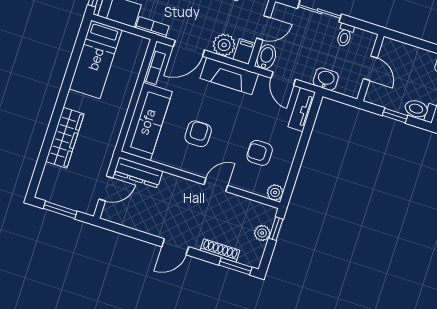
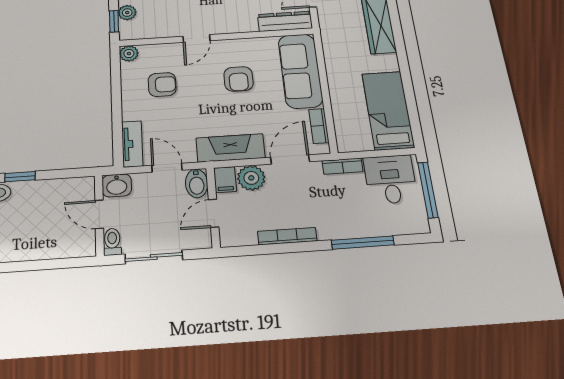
door: (370, 68) -> (99, 214), moved
wall: (371, 68) -> (99, 215), moved

